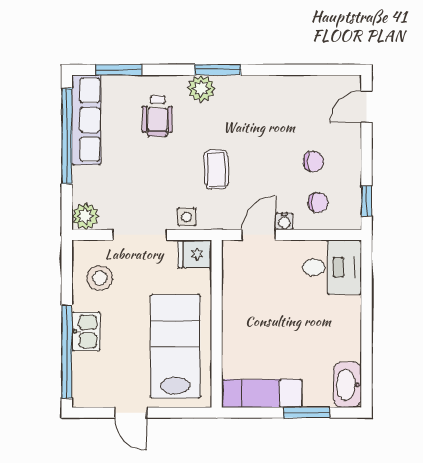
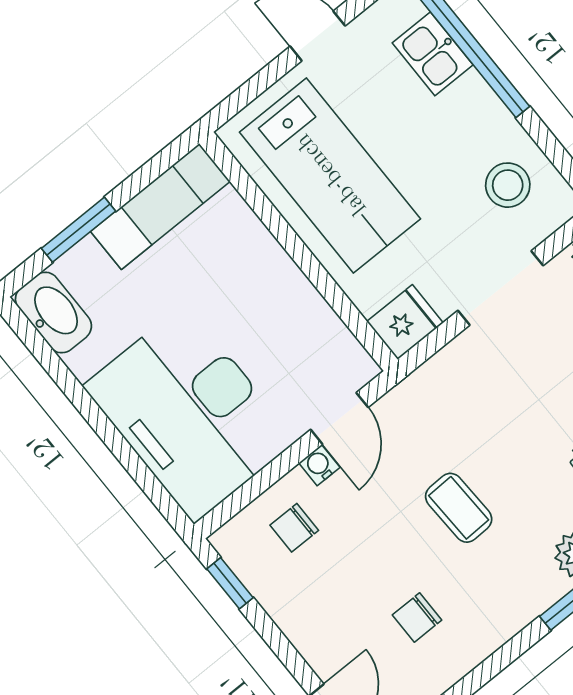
chair: (313, 162) -> (417, 617), moved
coffee table: (216, 169) -> (459, 508), moved
side table: (187, 217) -> (457, 364), removed
desk: (332, 267) -> (190, 413), width x1.87, depth x1.30
kitchen sink: (86, 331) -> (433, 54), moved

